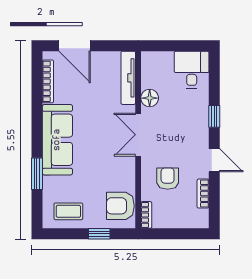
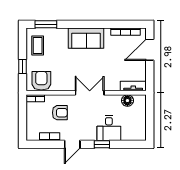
desk: (192, 70) -> (109, 128), moved, turned 90
tv unit: (128, 78) -> (133, 86), width x0.71
floor lamp: (150, 98) -> (127, 101), moved
sofa: (57, 140) -> (86, 38), width x0.73
window: (37, 174) -> (46, 24), moved

